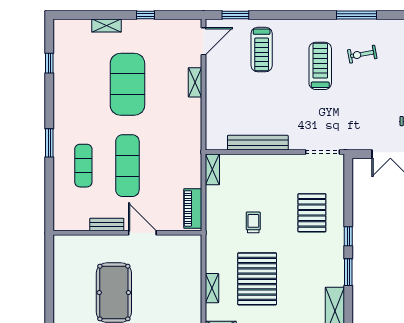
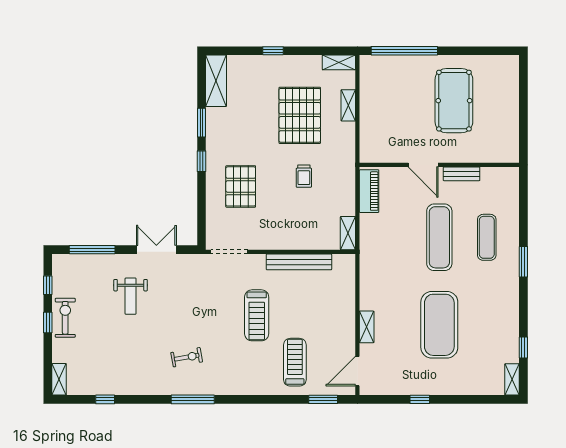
shelving: (107, 26) -> (512, 379), moved, turned 90
treadmill: (320, 66) -> (257, 315), moved

